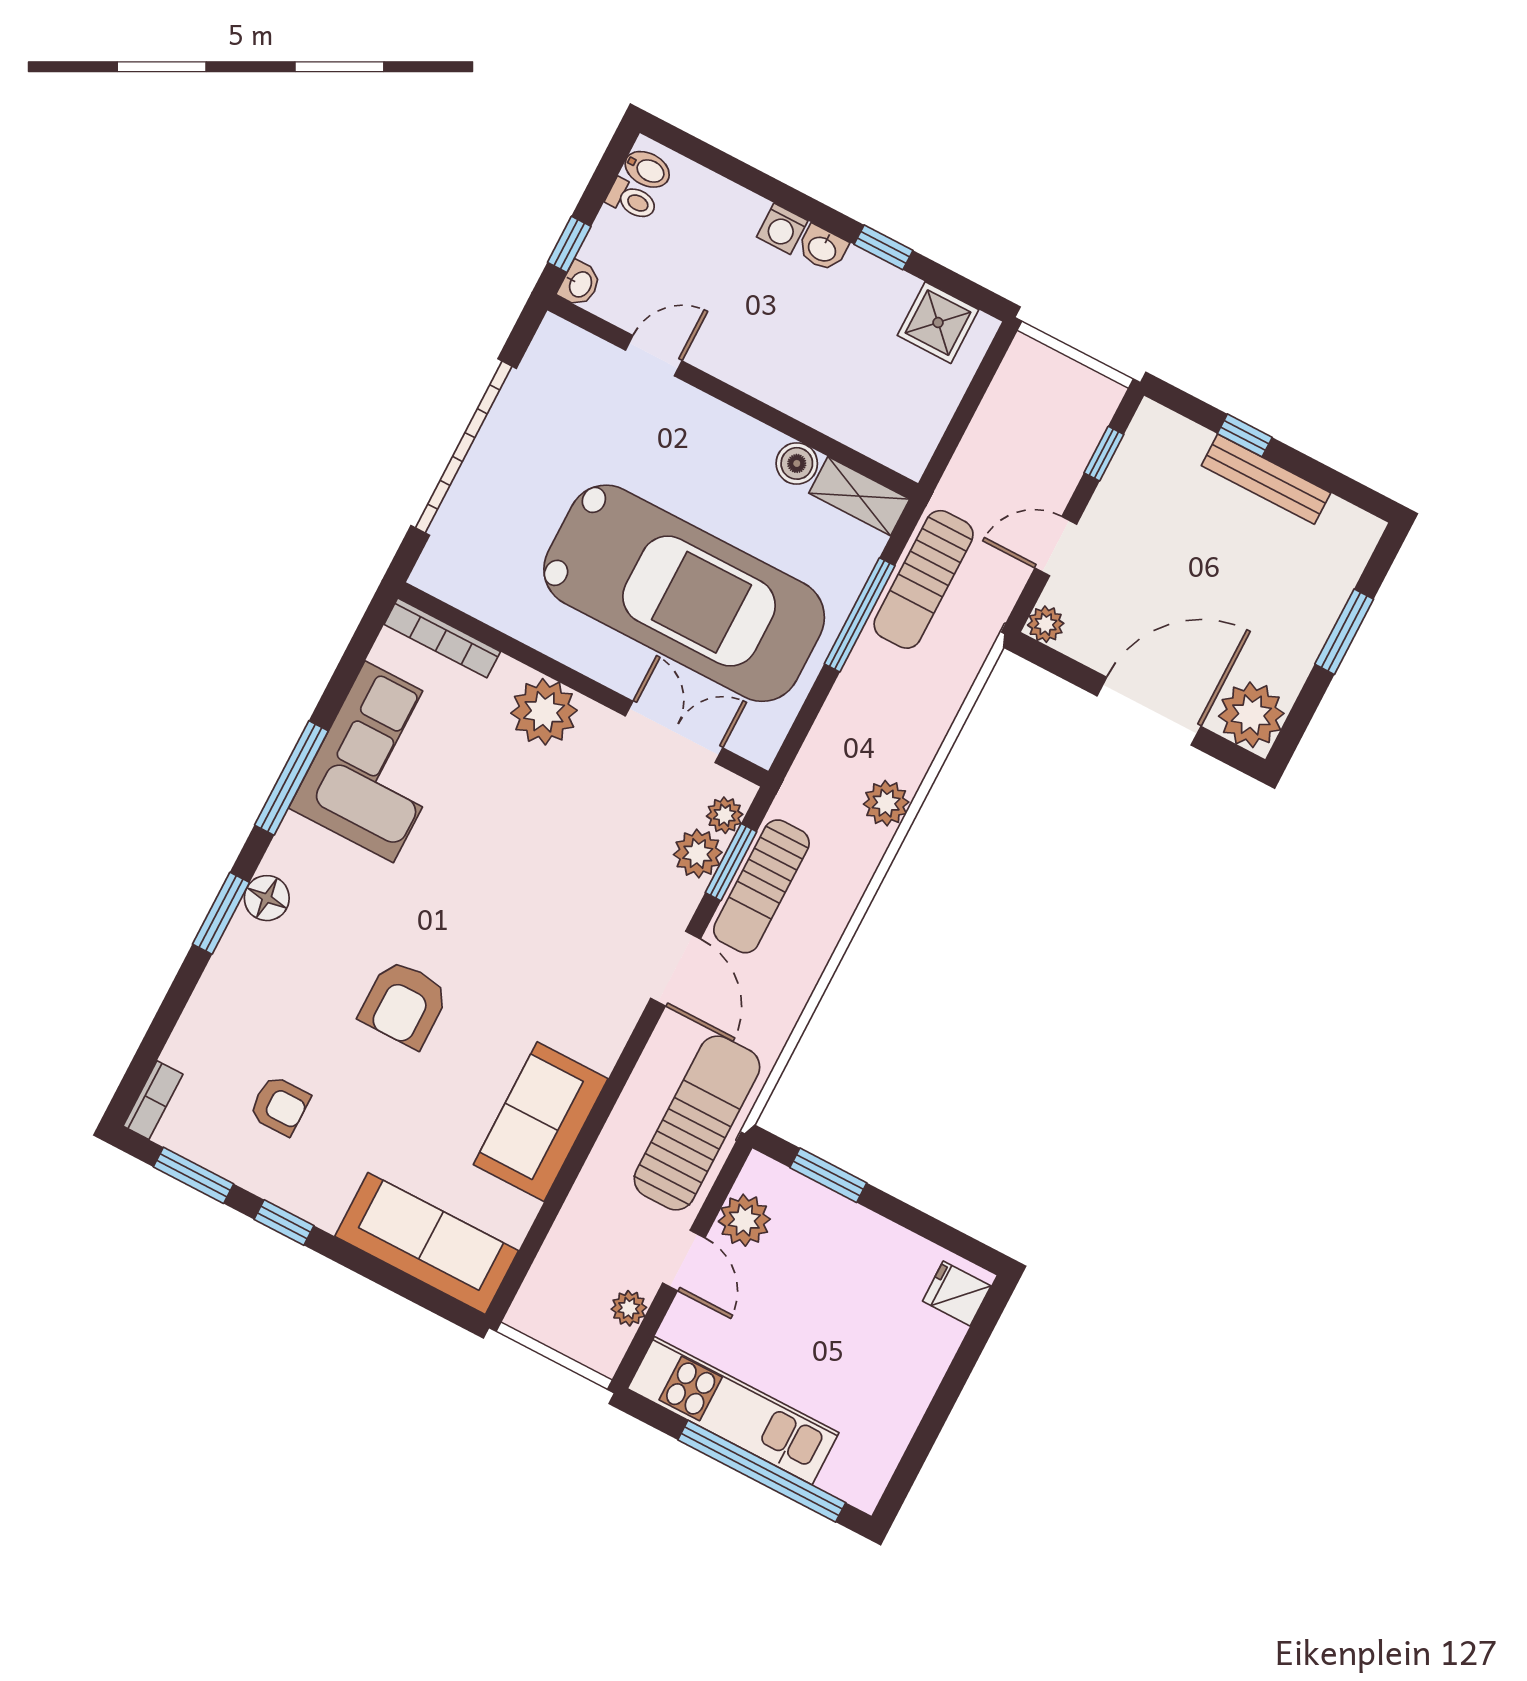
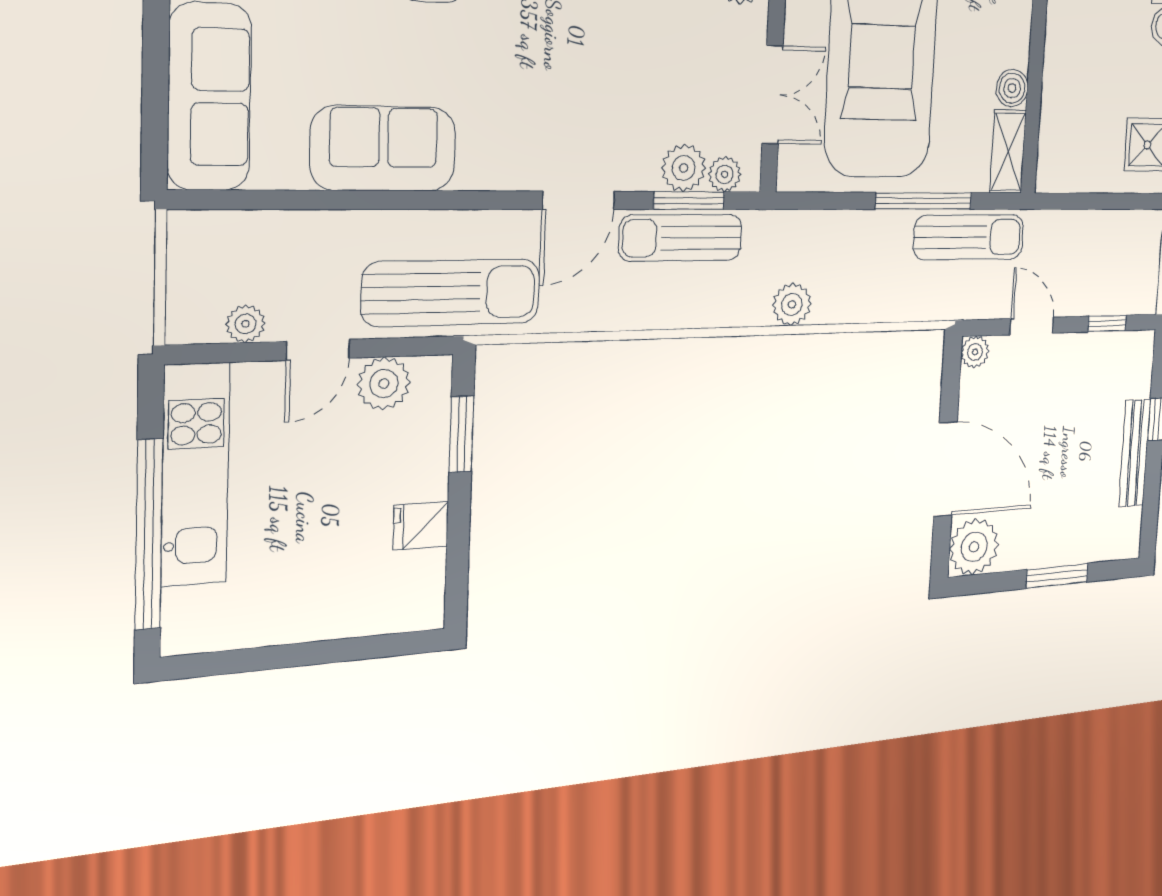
sun lounger: (924, 579) -> (969, 237), turned 180
fridge: (957, 1293) -> (421, 526), moved, turned -90

